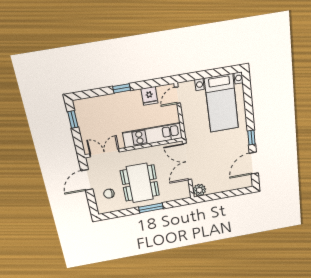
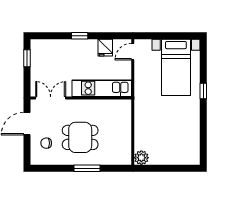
window: (251, 138) -> (203, 91), moved
double door: (187, 162) -> (133, 123), removed
door: (254, 163) -> (203, 138), removed
dining table: (140, 183) -> (80, 137), width x0.73

